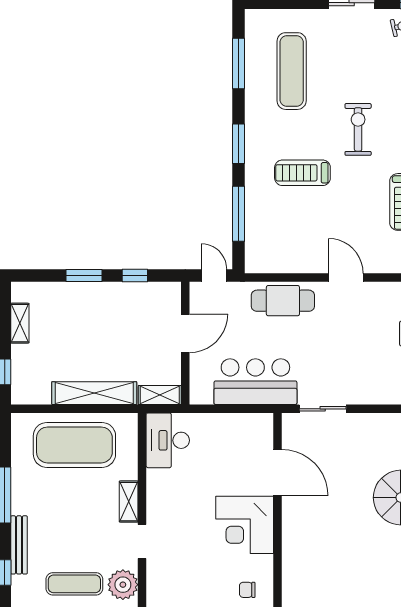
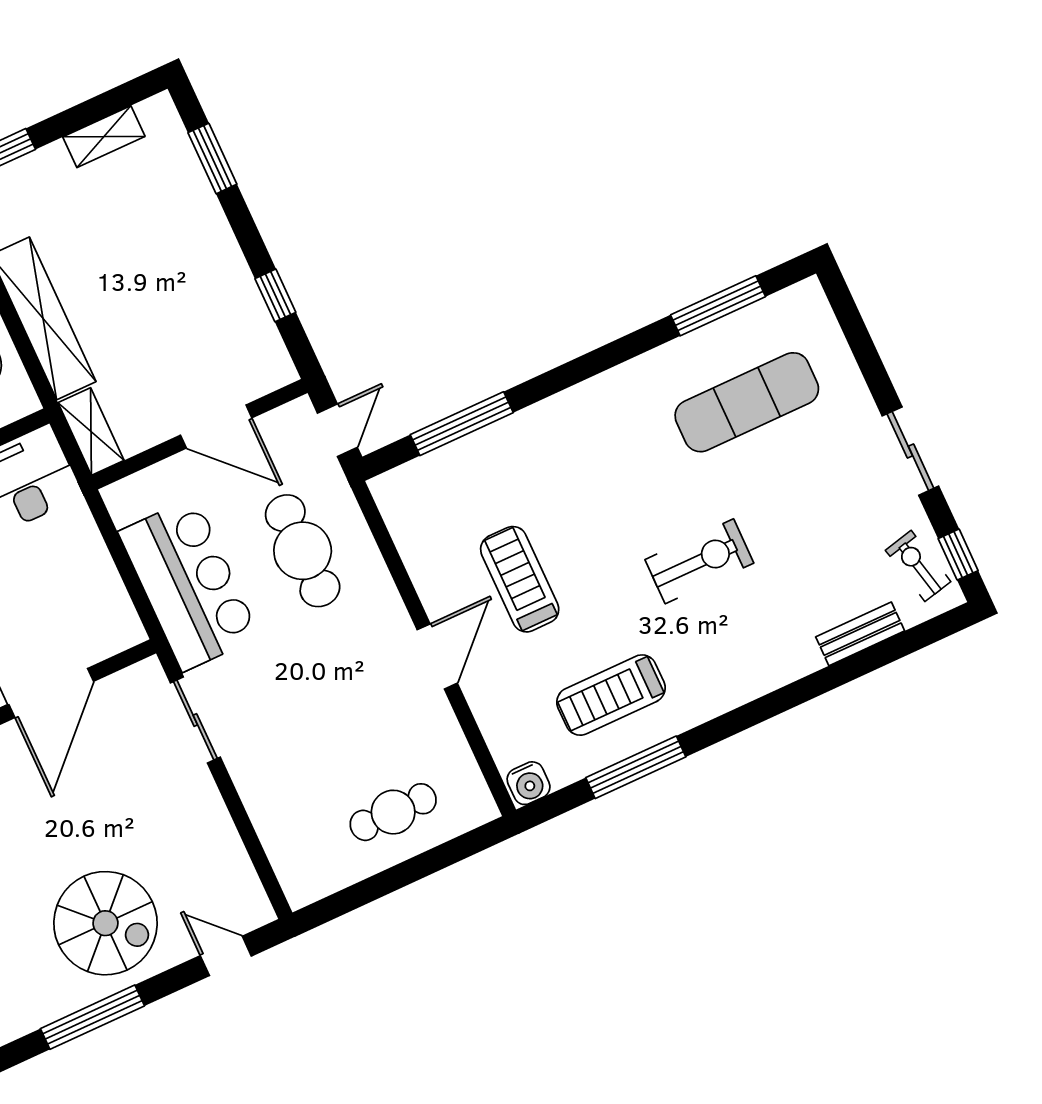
window: (238, 144) -> (581, 369), removed
treadmill: (302, 173) -> (520, 579), moved
window: (84, 275) -> (212, 158), moved
cafe table: (283, 301) -> (303, 551), moved

